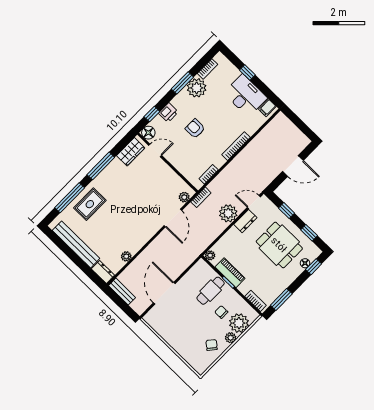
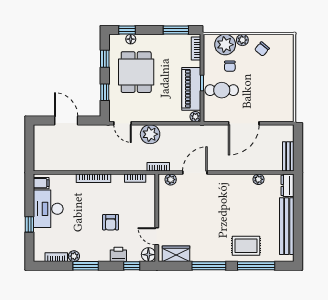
plant: (197, 88) -> (74, 256), width x0.53, depth x0.53
dresser: (245, 221) -> (143, 116), removed
piano: (230, 273) -> (191, 89), width x1.37, depth x1.33
door: (164, 293) -> (244, 123), moved

